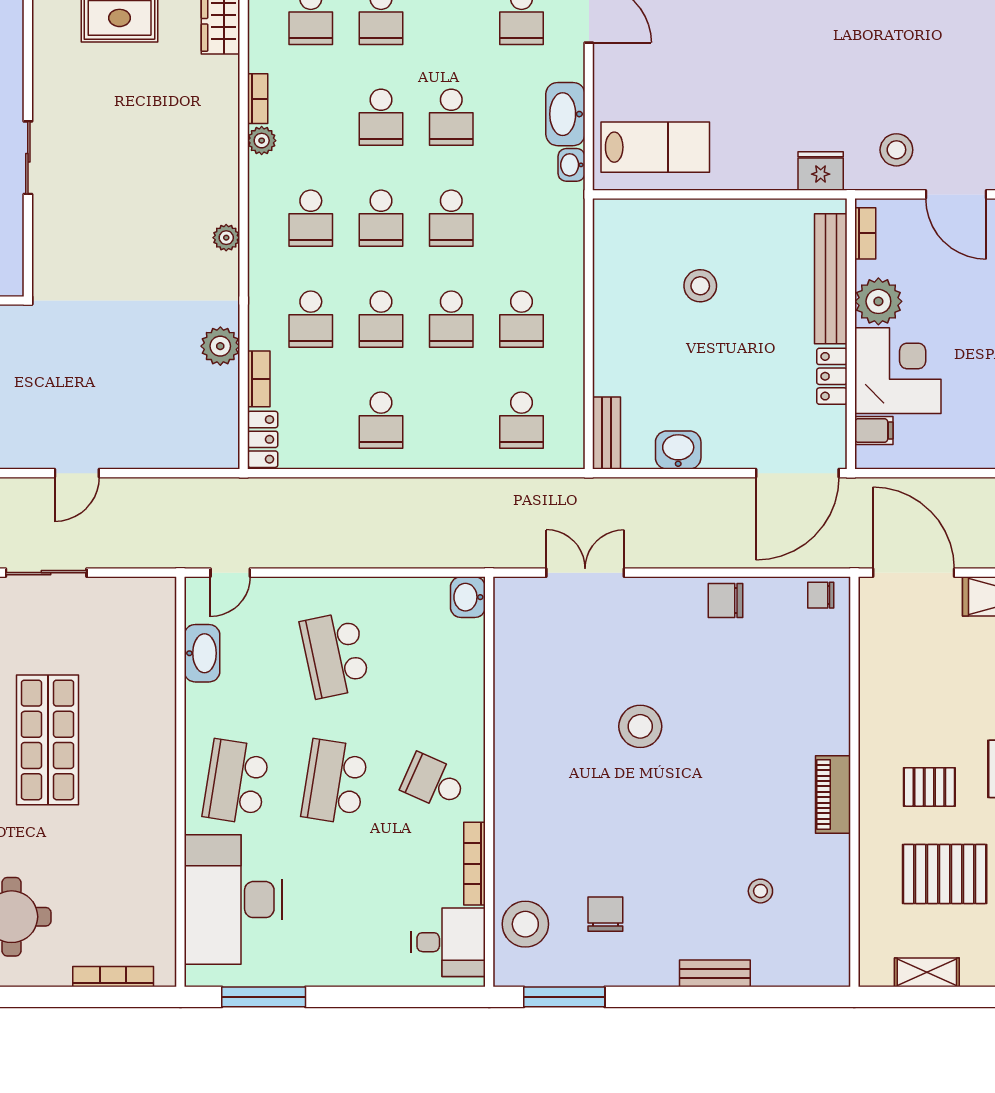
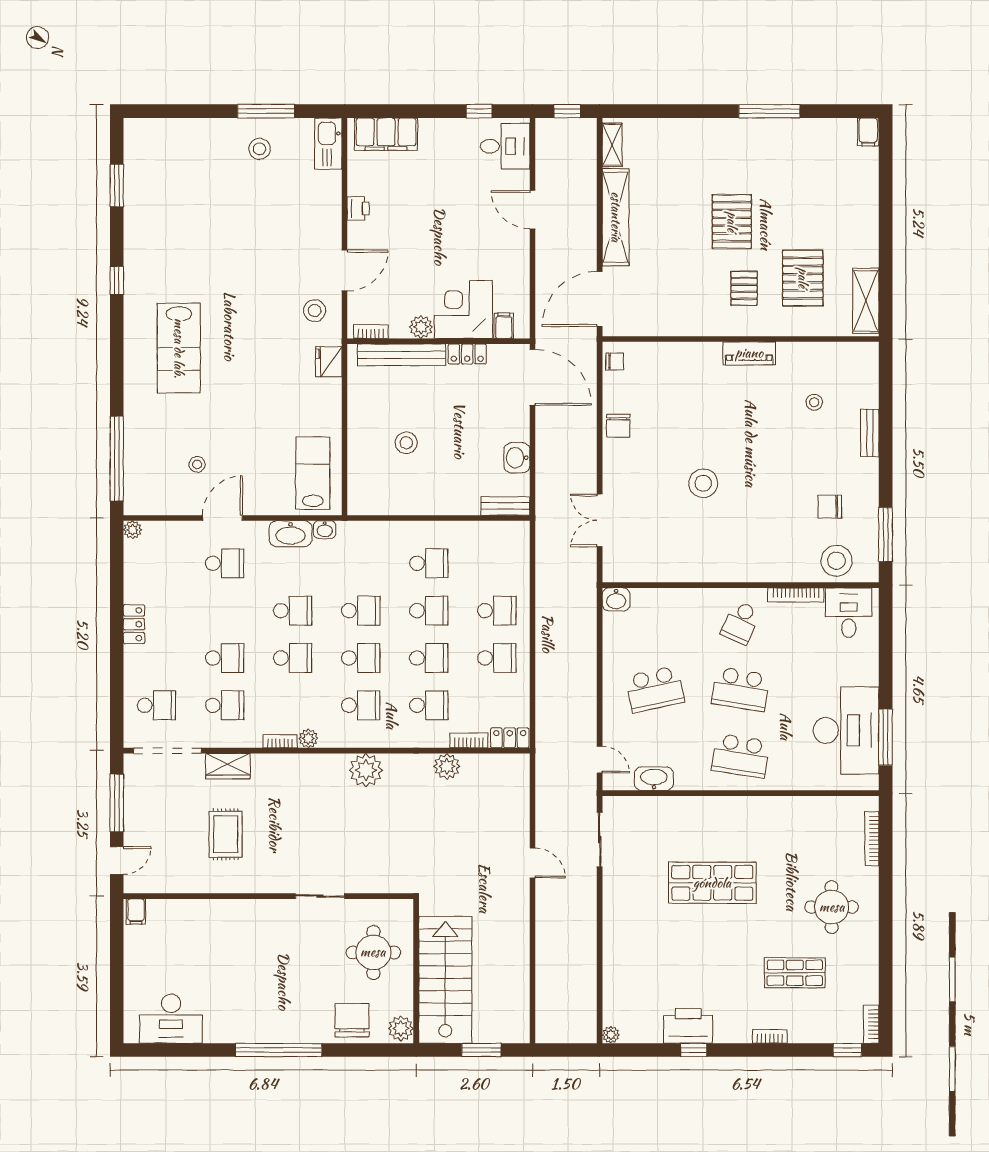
plant: (226, 238) -> (366, 770), width x1.88, depth x1.88
plant: (878, 301) -> (421, 327), width x0.73, depth x0.73
school desk: (521, 420) -> (497, 611), moved
sliding door: (46, 573) -> (600, 840), moved
chair: (821, 595) -> (615, 362), turned -90
desk: (233, 900) -> (846, 730), moved, turned -90
shelving: (927, 972) -> (866, 301), width x1.50, depth x1.33

